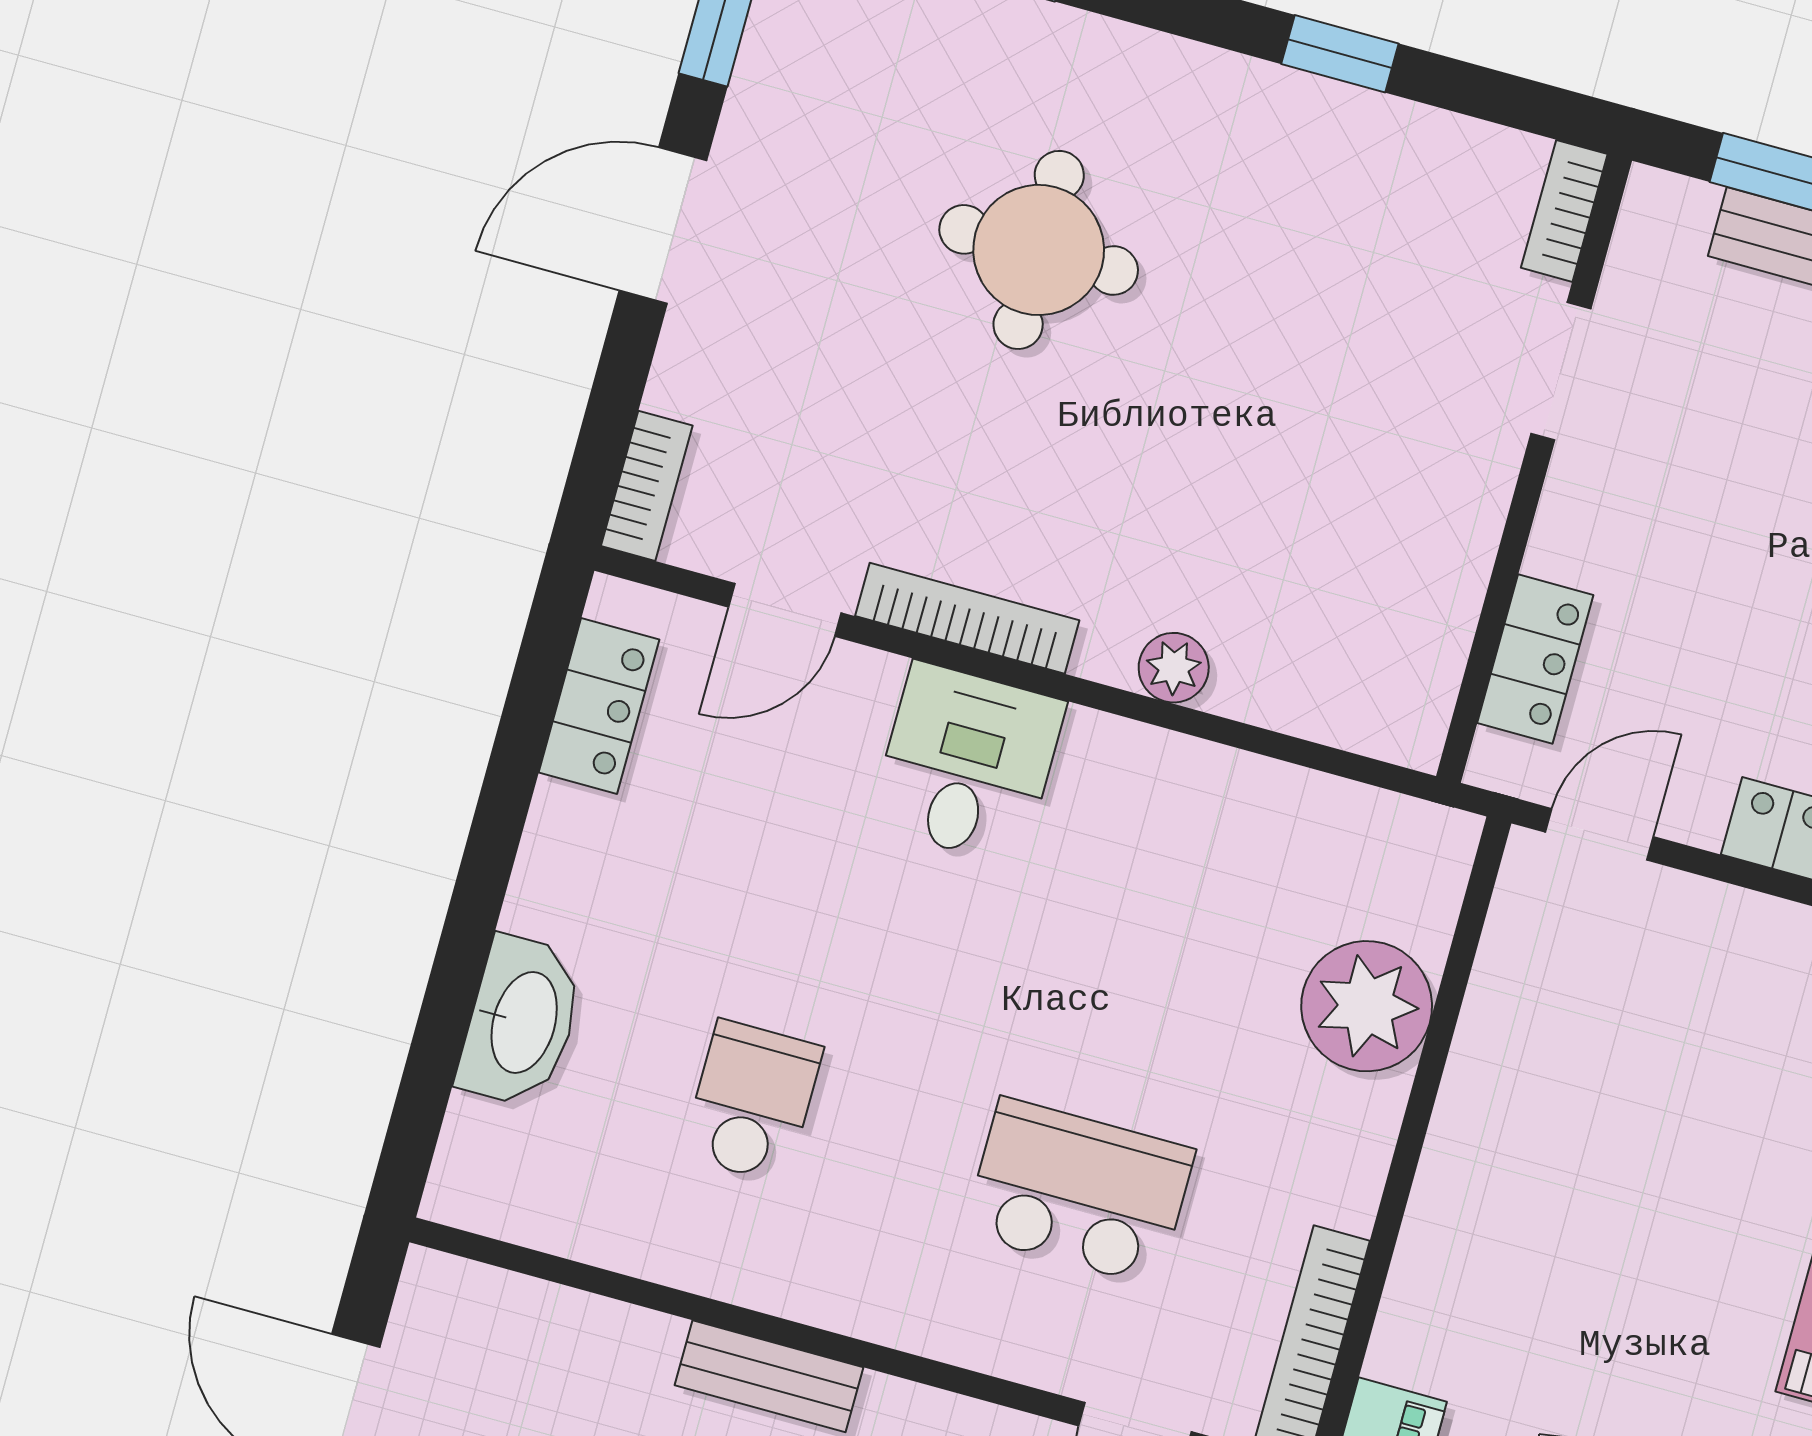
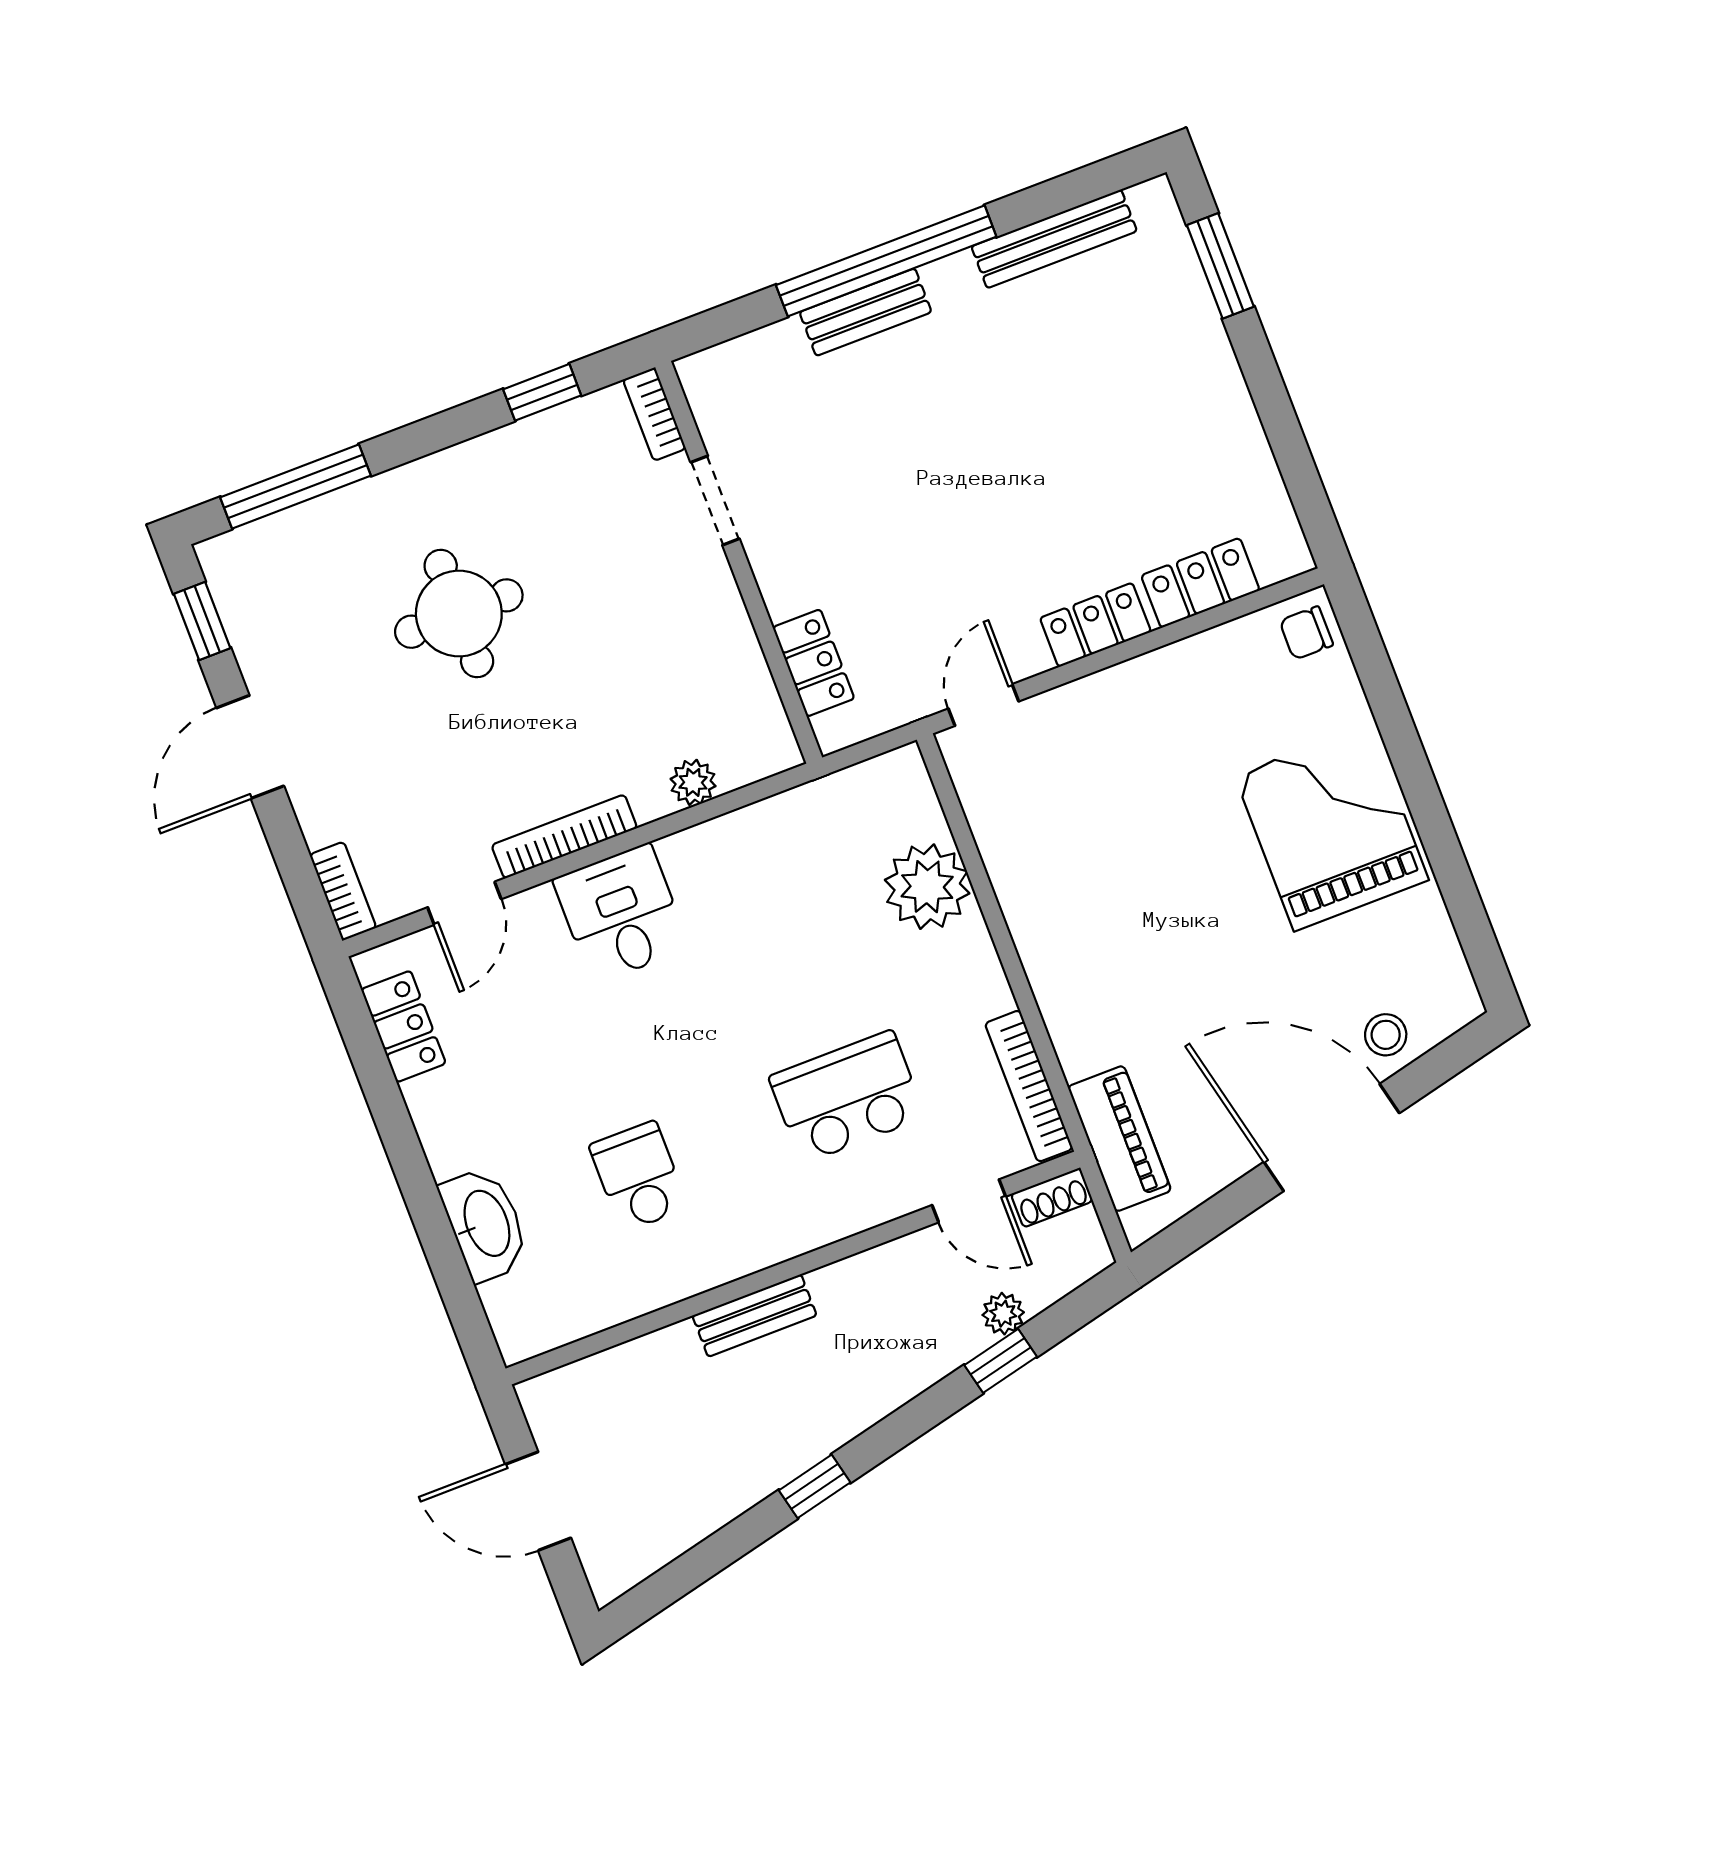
bookcase: (1564, 211) -> (654, 414), moved
doorway: (1561, 371) -> (715, 500), moved
wall: (1534, 468) -> (739, 562), moved
locker: (1535, 659) -> (814, 663), moved

